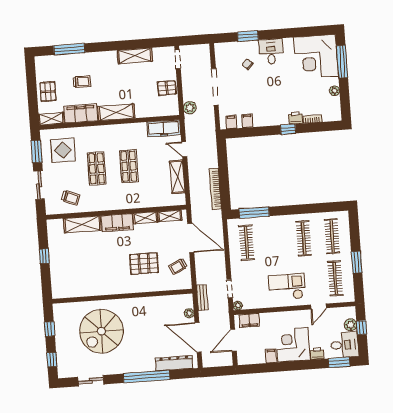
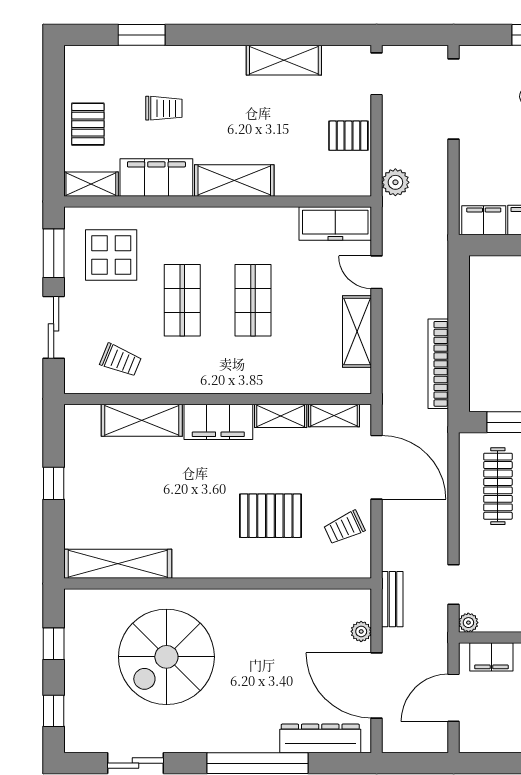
window: (69, 49) -> (142, 35), width x0.69
doorway: (215, 87) -> (454, 99), moved
filing cabinet: (231, 122) -> (484, 220), width x2.00
shelving: (76, 291) -> (118, 564), added

